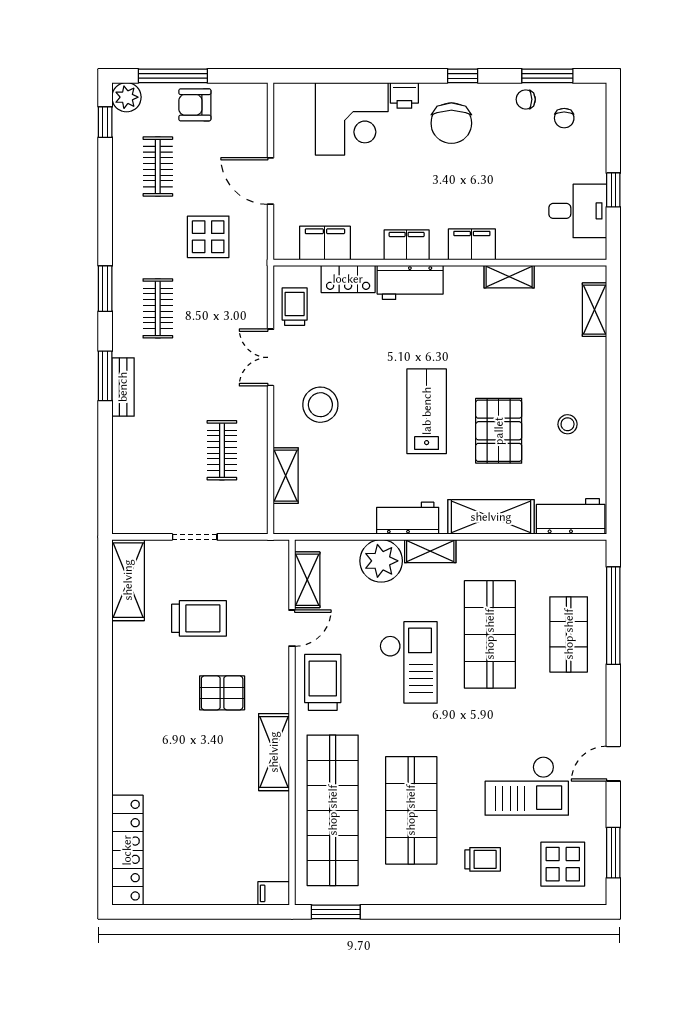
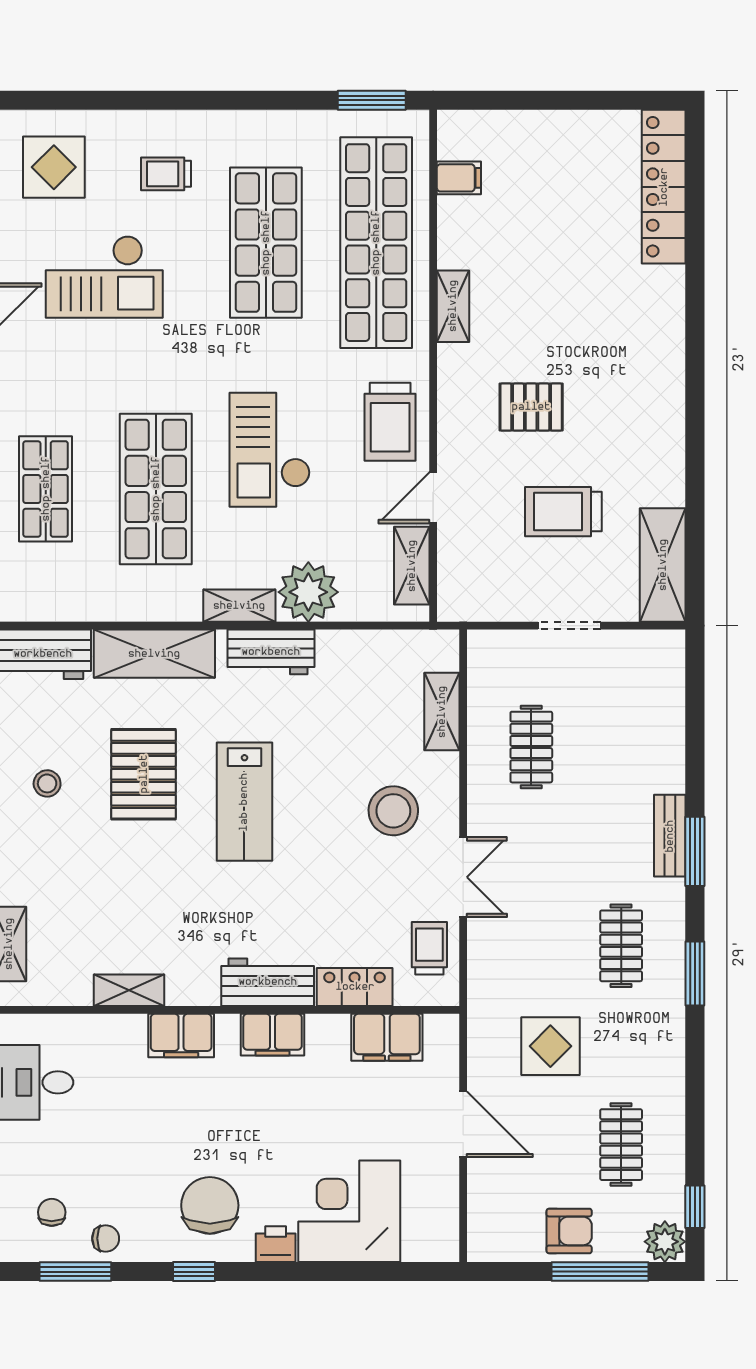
trolley: (295, 307) -> (429, 948), turned 180
shelving: (274, 752) -> (453, 306), width x0.67, depth x0.75
checkout: (527, 786) -> (104, 277), turned 180
filing cabinet: (274, 893) -> (459, 178), moved

